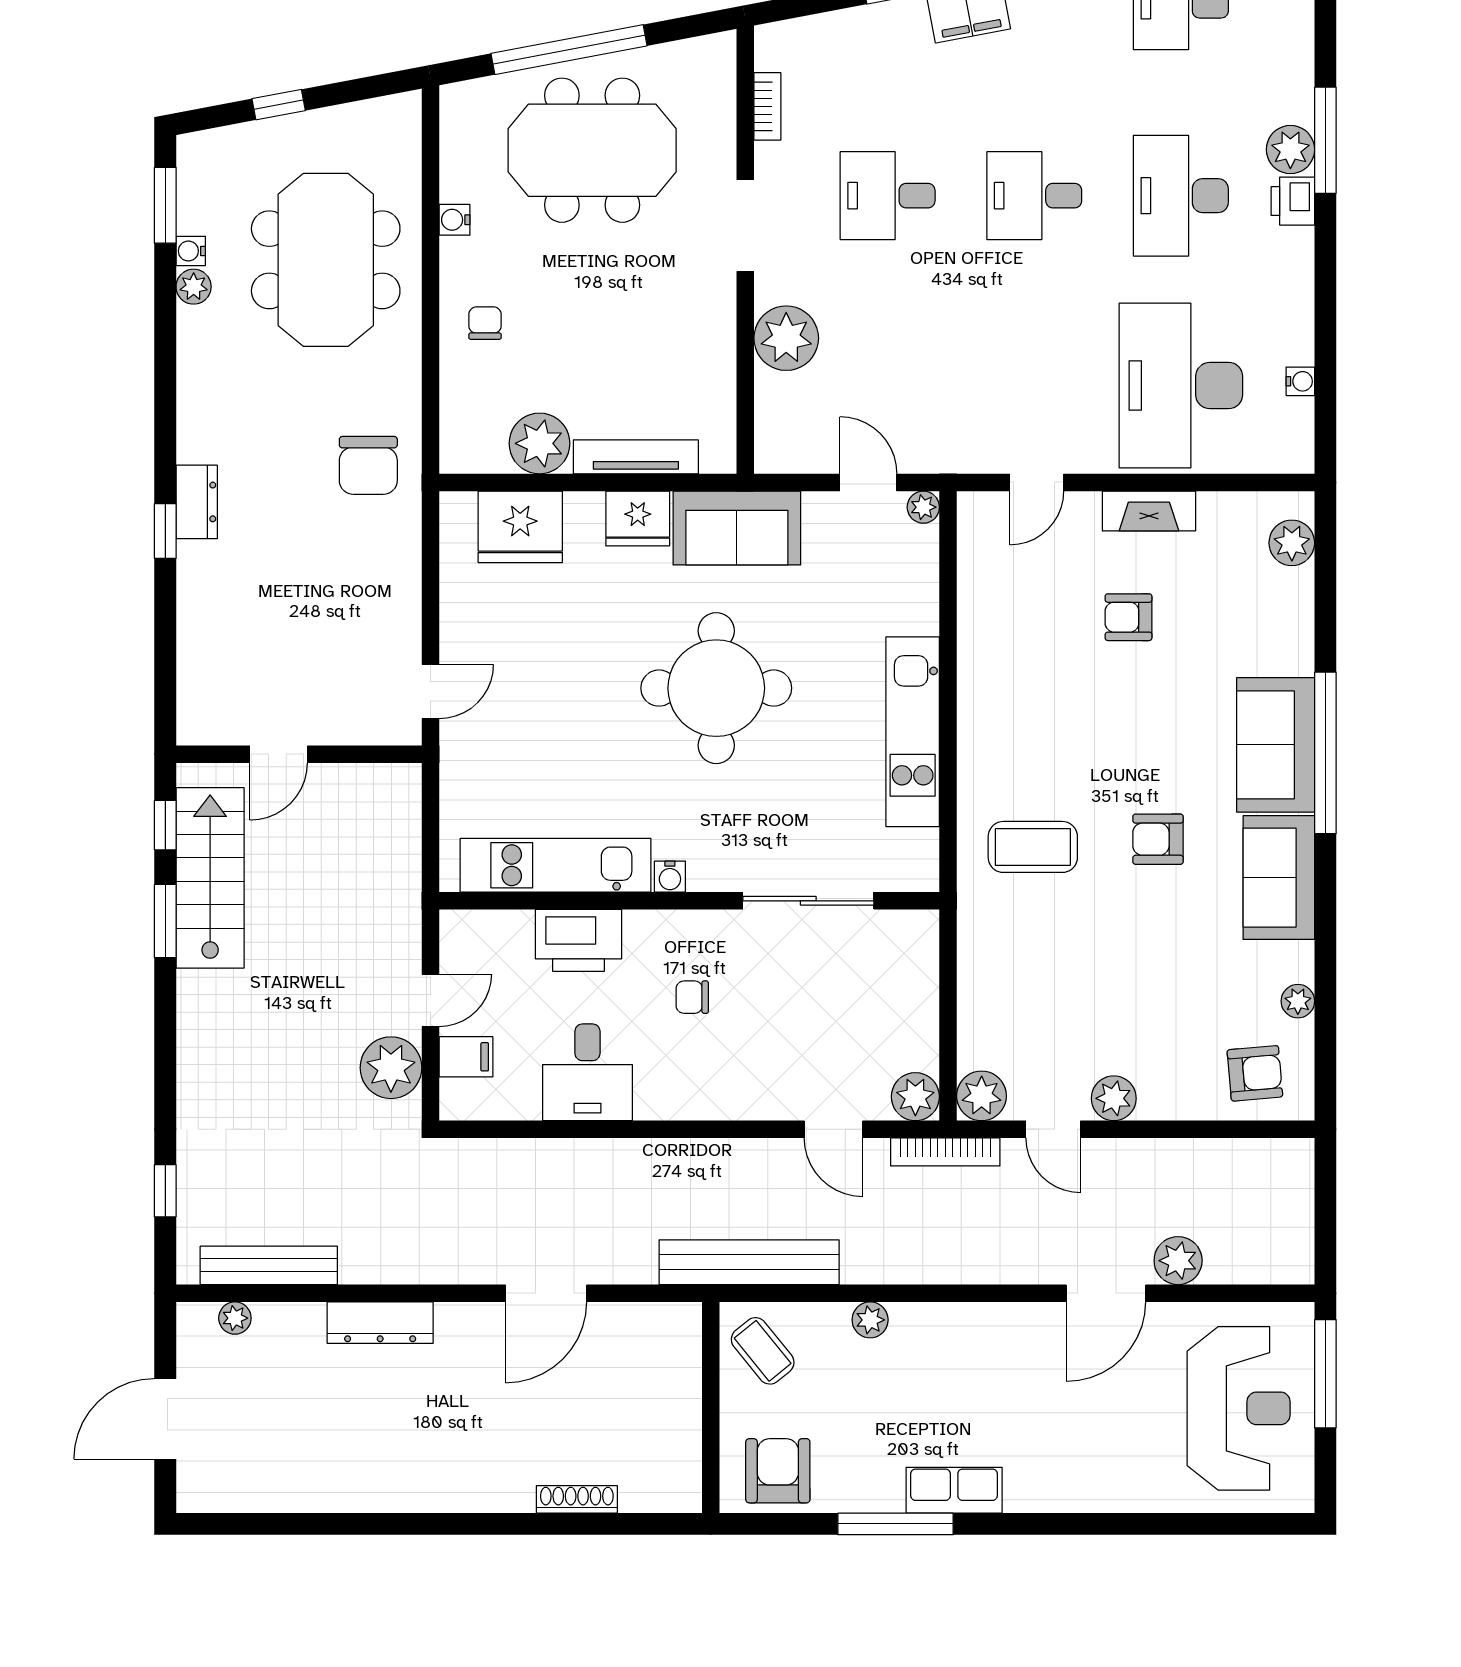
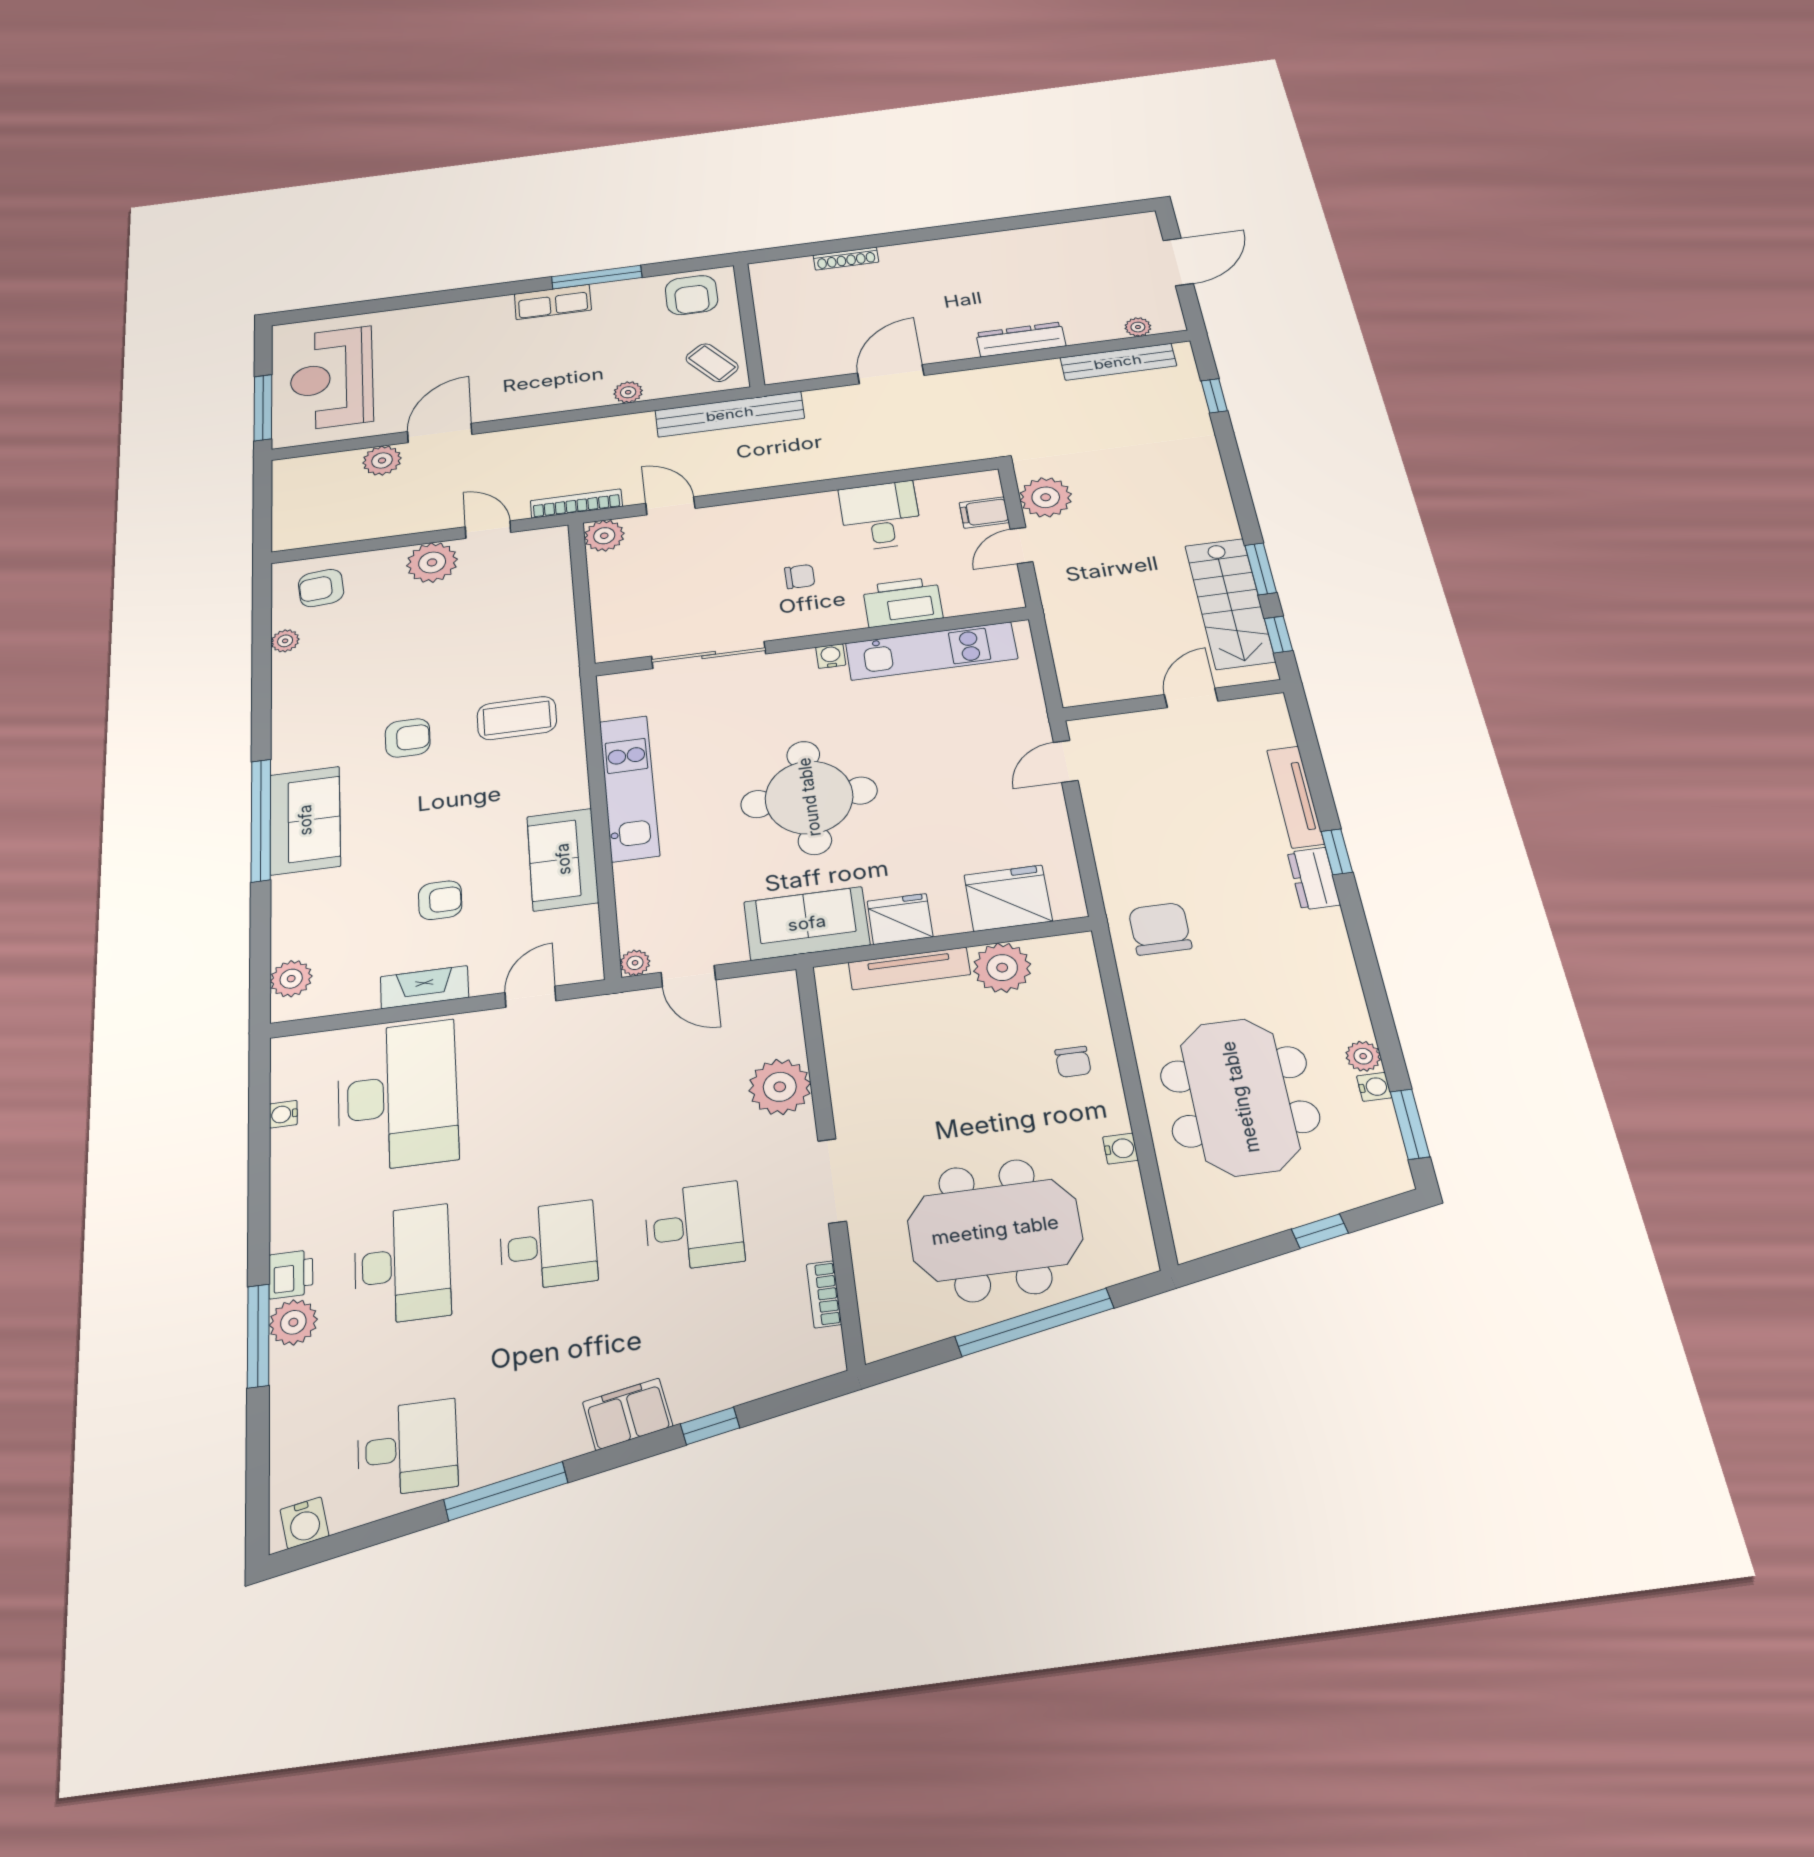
tv unit: (194, 607) -> (1295, 797), added
sofa: (1279, 878) -> (563, 859), moved, turned 180
plant: (982, 1096) -> (549, 543), removed
plant: (1114, 1098) -> (432, 562), width x1.36, depth x1.36

